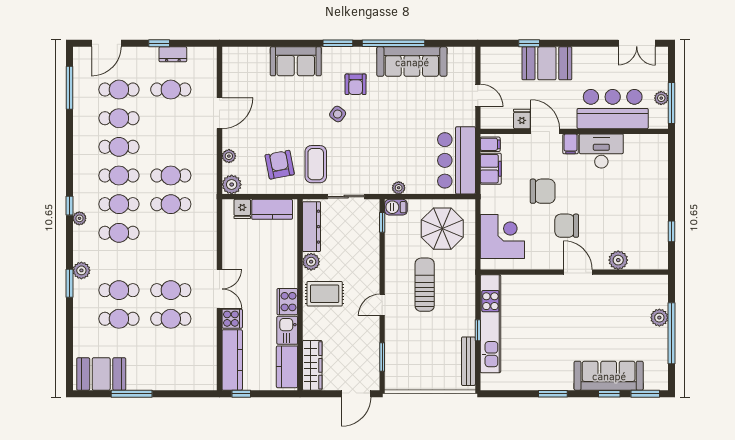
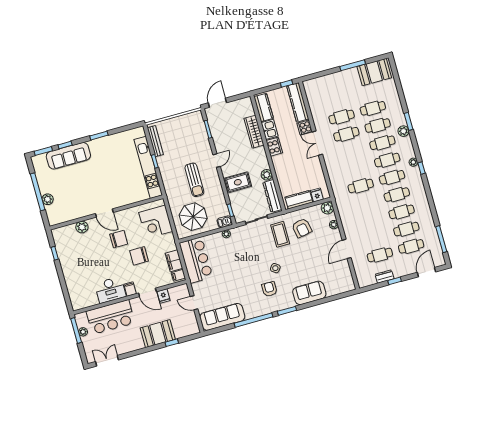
sofa: (412, 62) -> (222, 317), moved
cafe table: (171, 176) -> (382, 143), moved
rug: (325, 294) -> (238, 182), moved
wardrobe: (312, 365) -> (254, 132), moved

